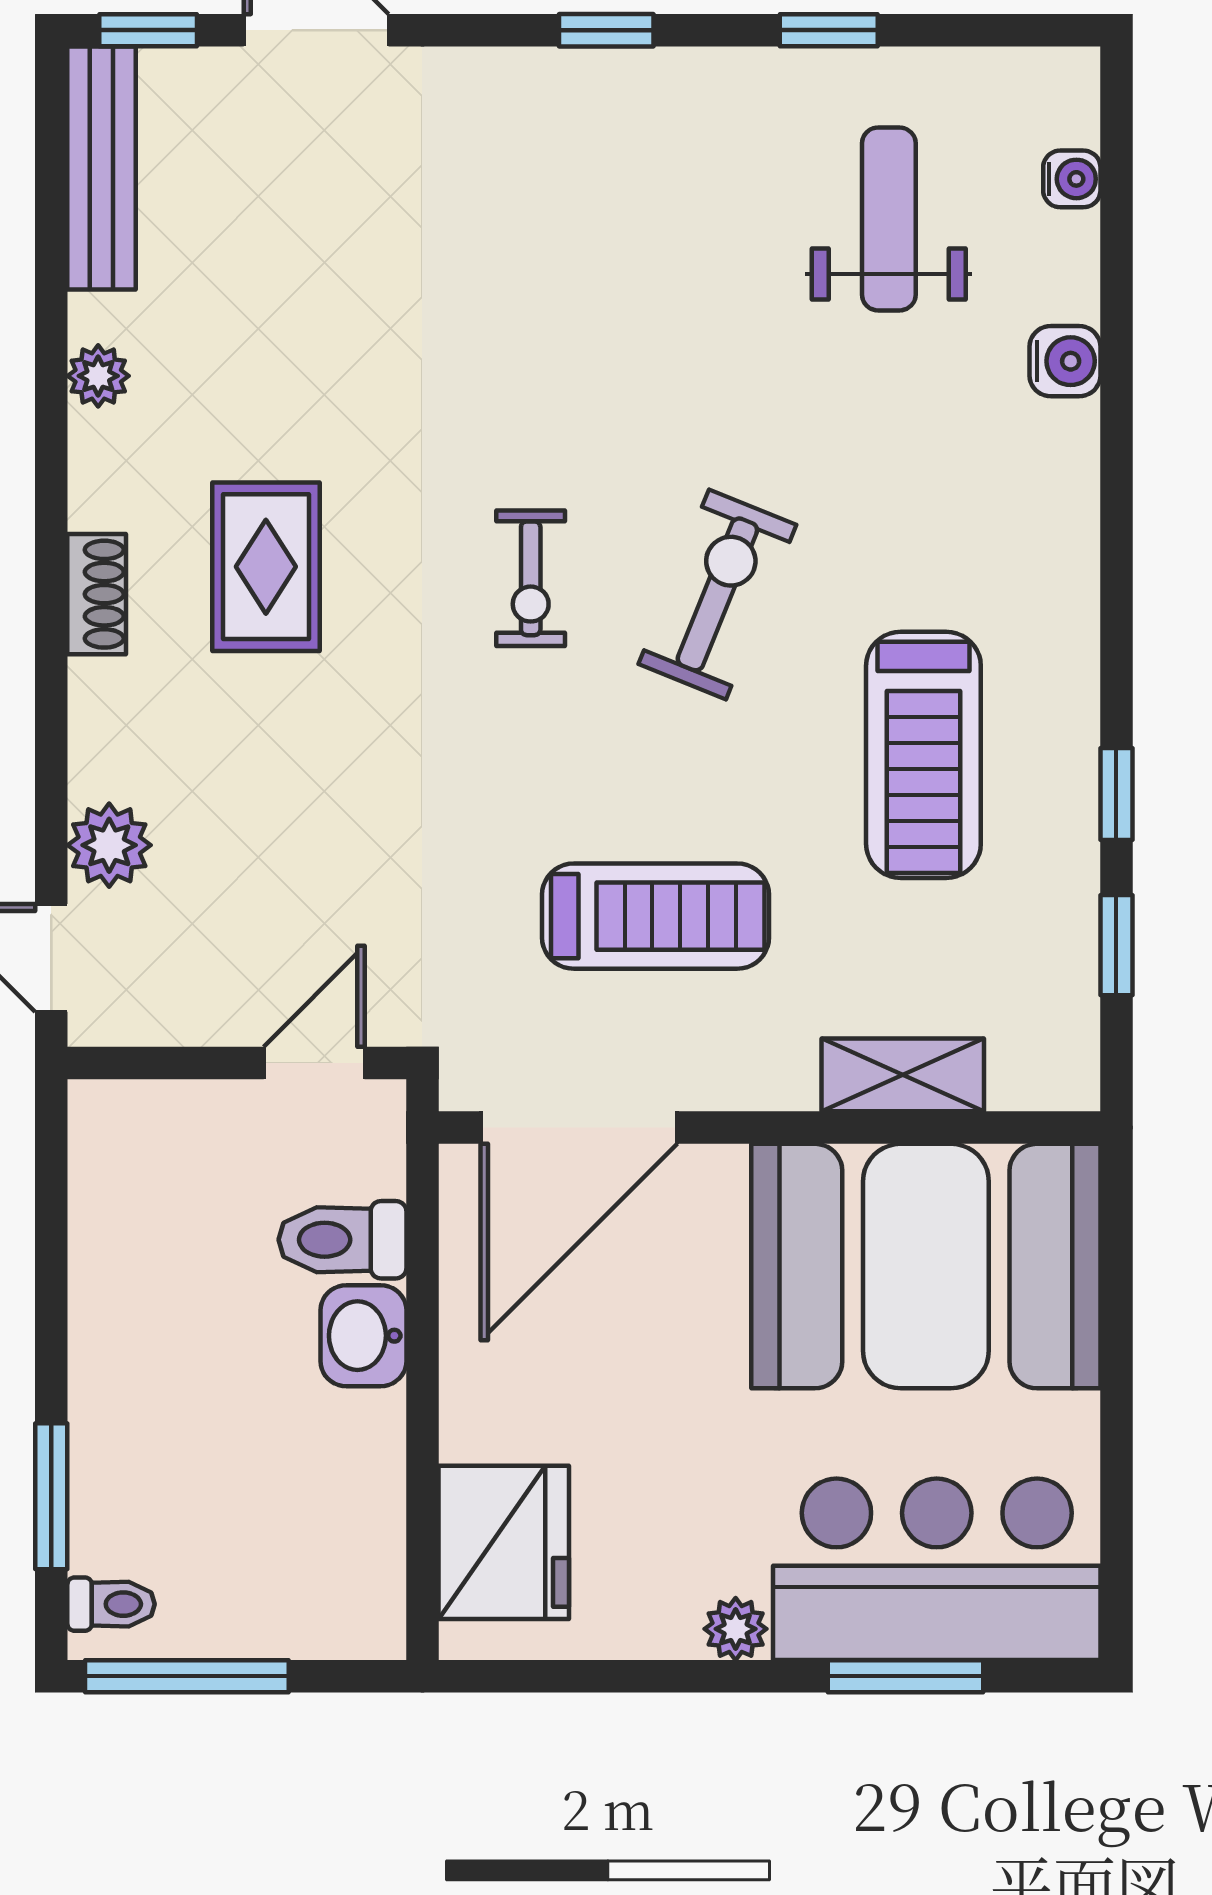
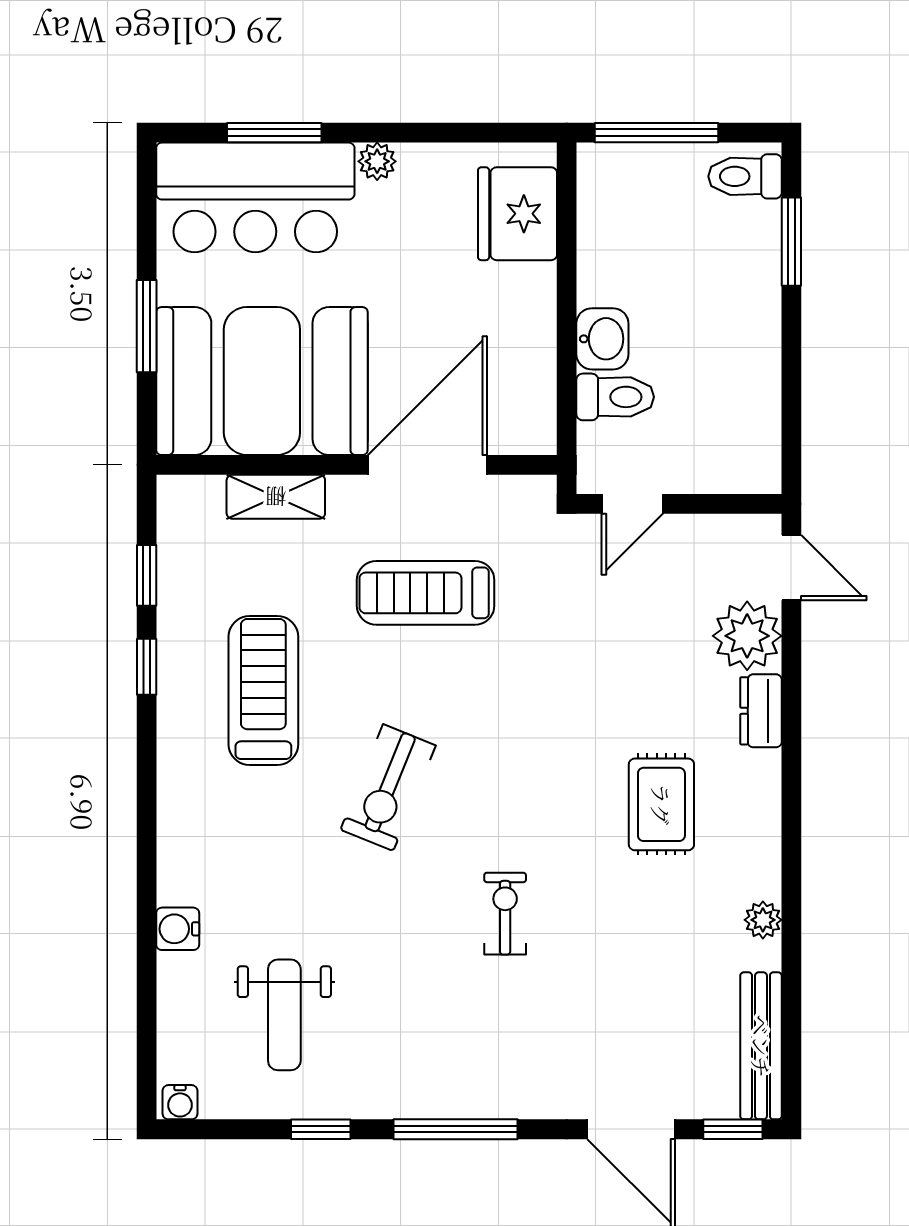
window: (606, 30) -> (455, 1129), width x2.17
water cooler: (1072, 179) -> (180, 1102), moved, turned -90
exercise bike: (531, 578) -> (505, 914), moved
shoe rack: (97, 594) -> (764, 788), removed
dresser: (102, 721) -> (761, 711), added
plant: (109, 845) -> (747, 636), width x1.36, depth x1.36
door: (579, 1128) -> (427, 465), moved
window: (1116, 1357) -> (147, 326), added
toilet: (111, 1604) -> (745, 176), width x1.37, depth x1.39
window: (187, 1676) -> (656, 133), moved

